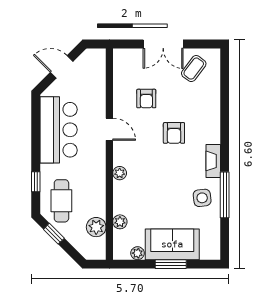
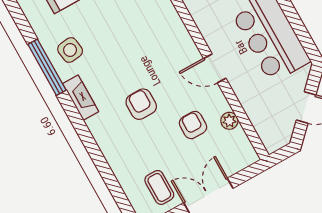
coffee table: (194, 69) -> (159, 187), turned -37
plant: (120, 173) -> (229, 121), moved

